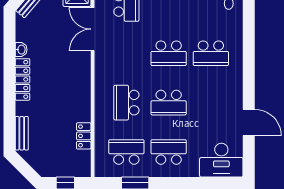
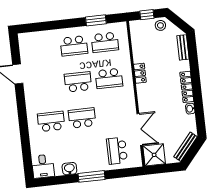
school desk: (126, 103) -> (109, 78), turned 90
locker: (84, 136) -> (140, 73), moved
desk: (221, 160) -> (35, 44), removed
stool: (49, 166) -> (160, 25), added

